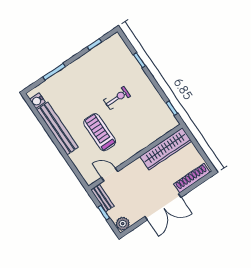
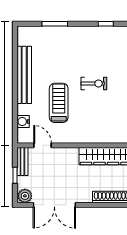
water cooler: (37, 101) -> (23, 122), moved
double door: (163, 207) -> (54, 205), moved

